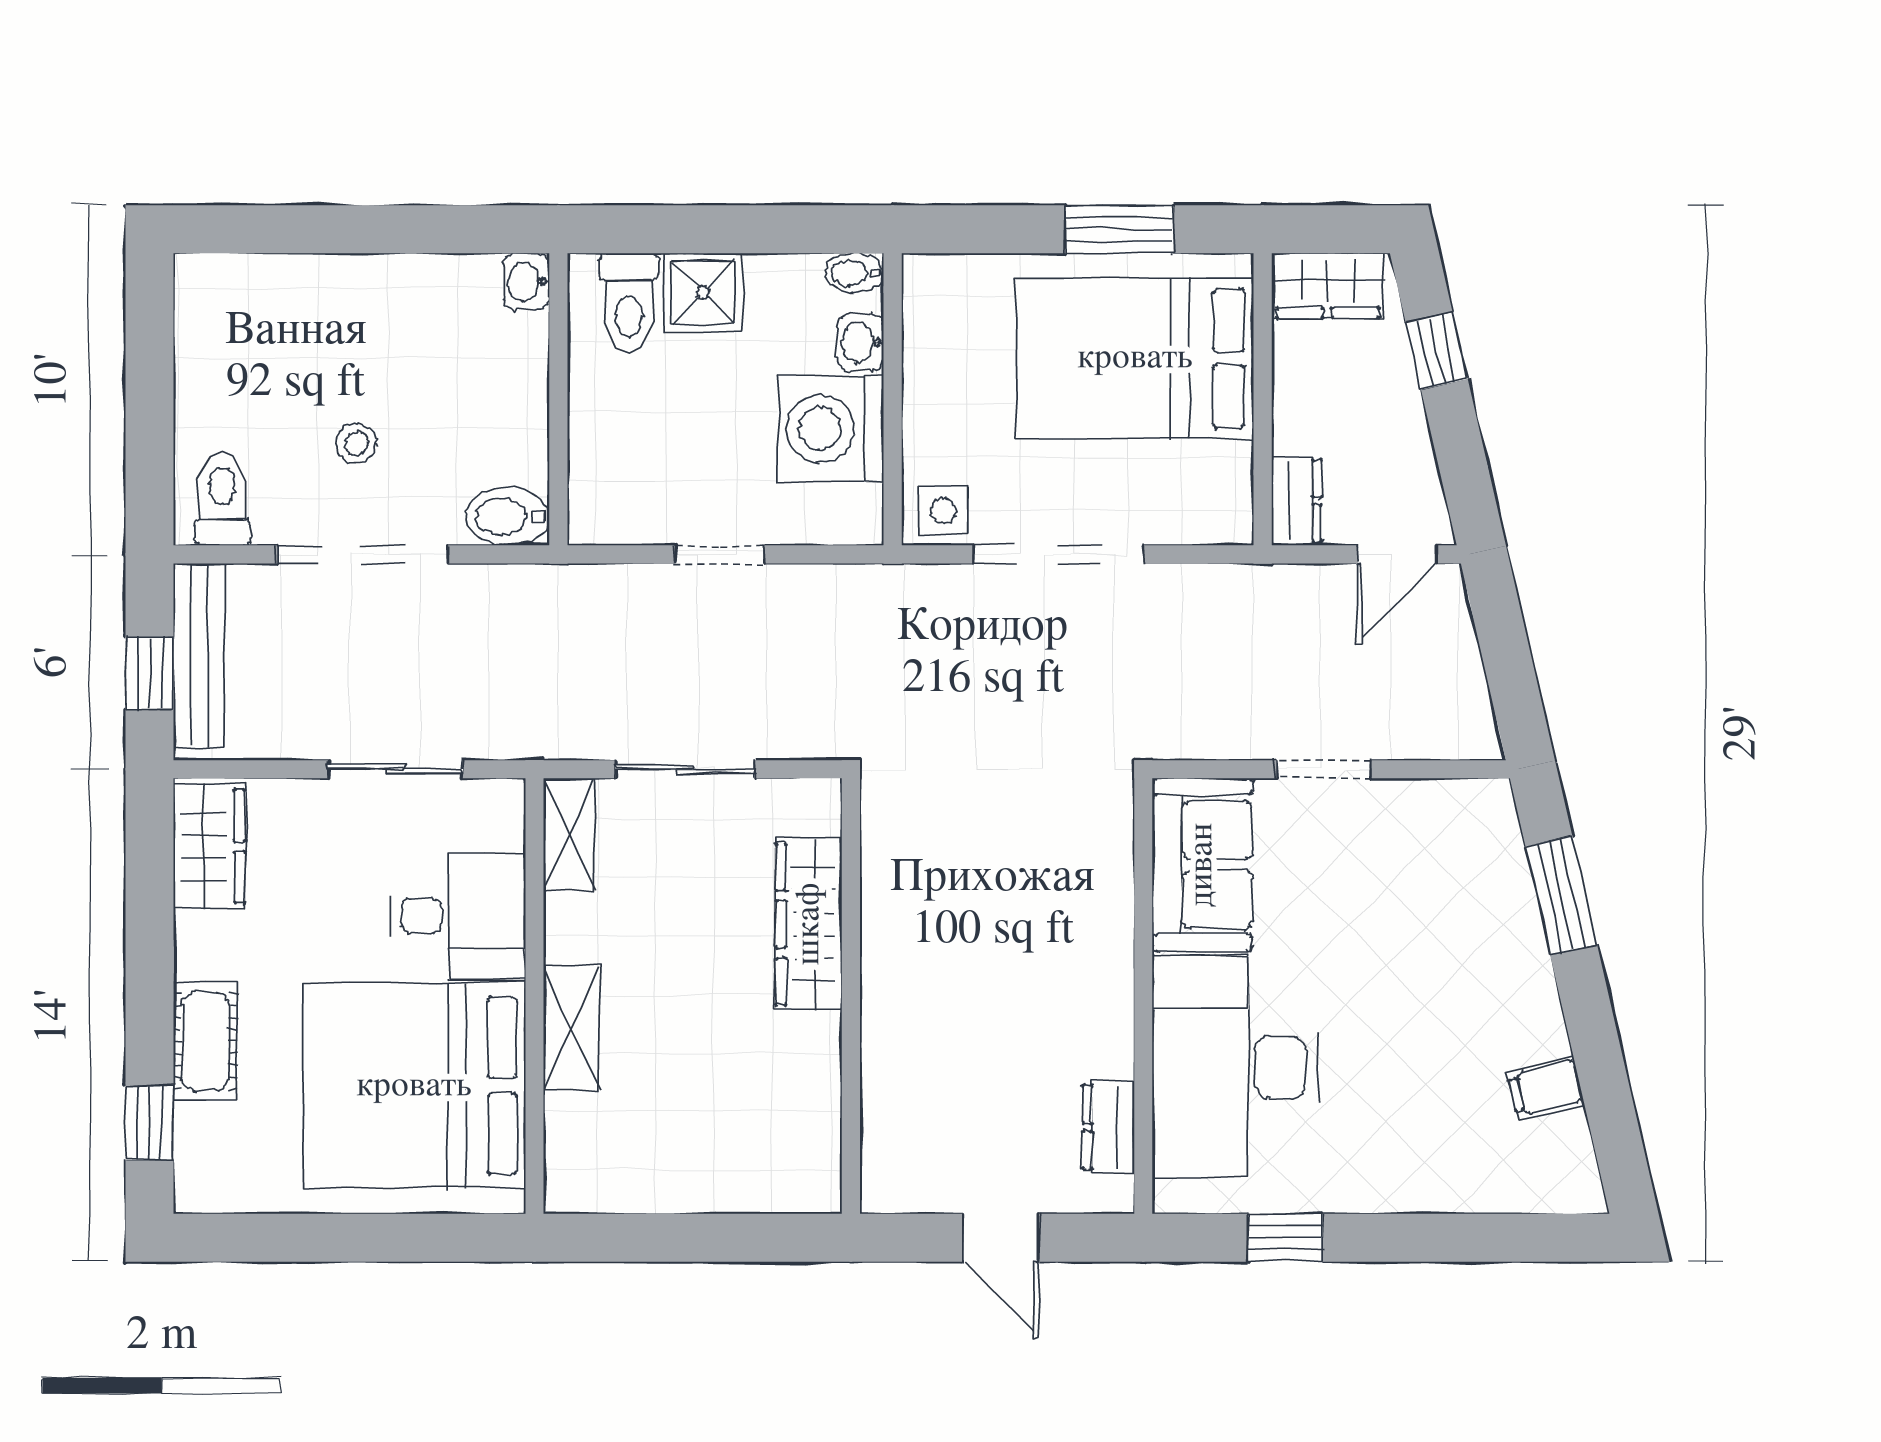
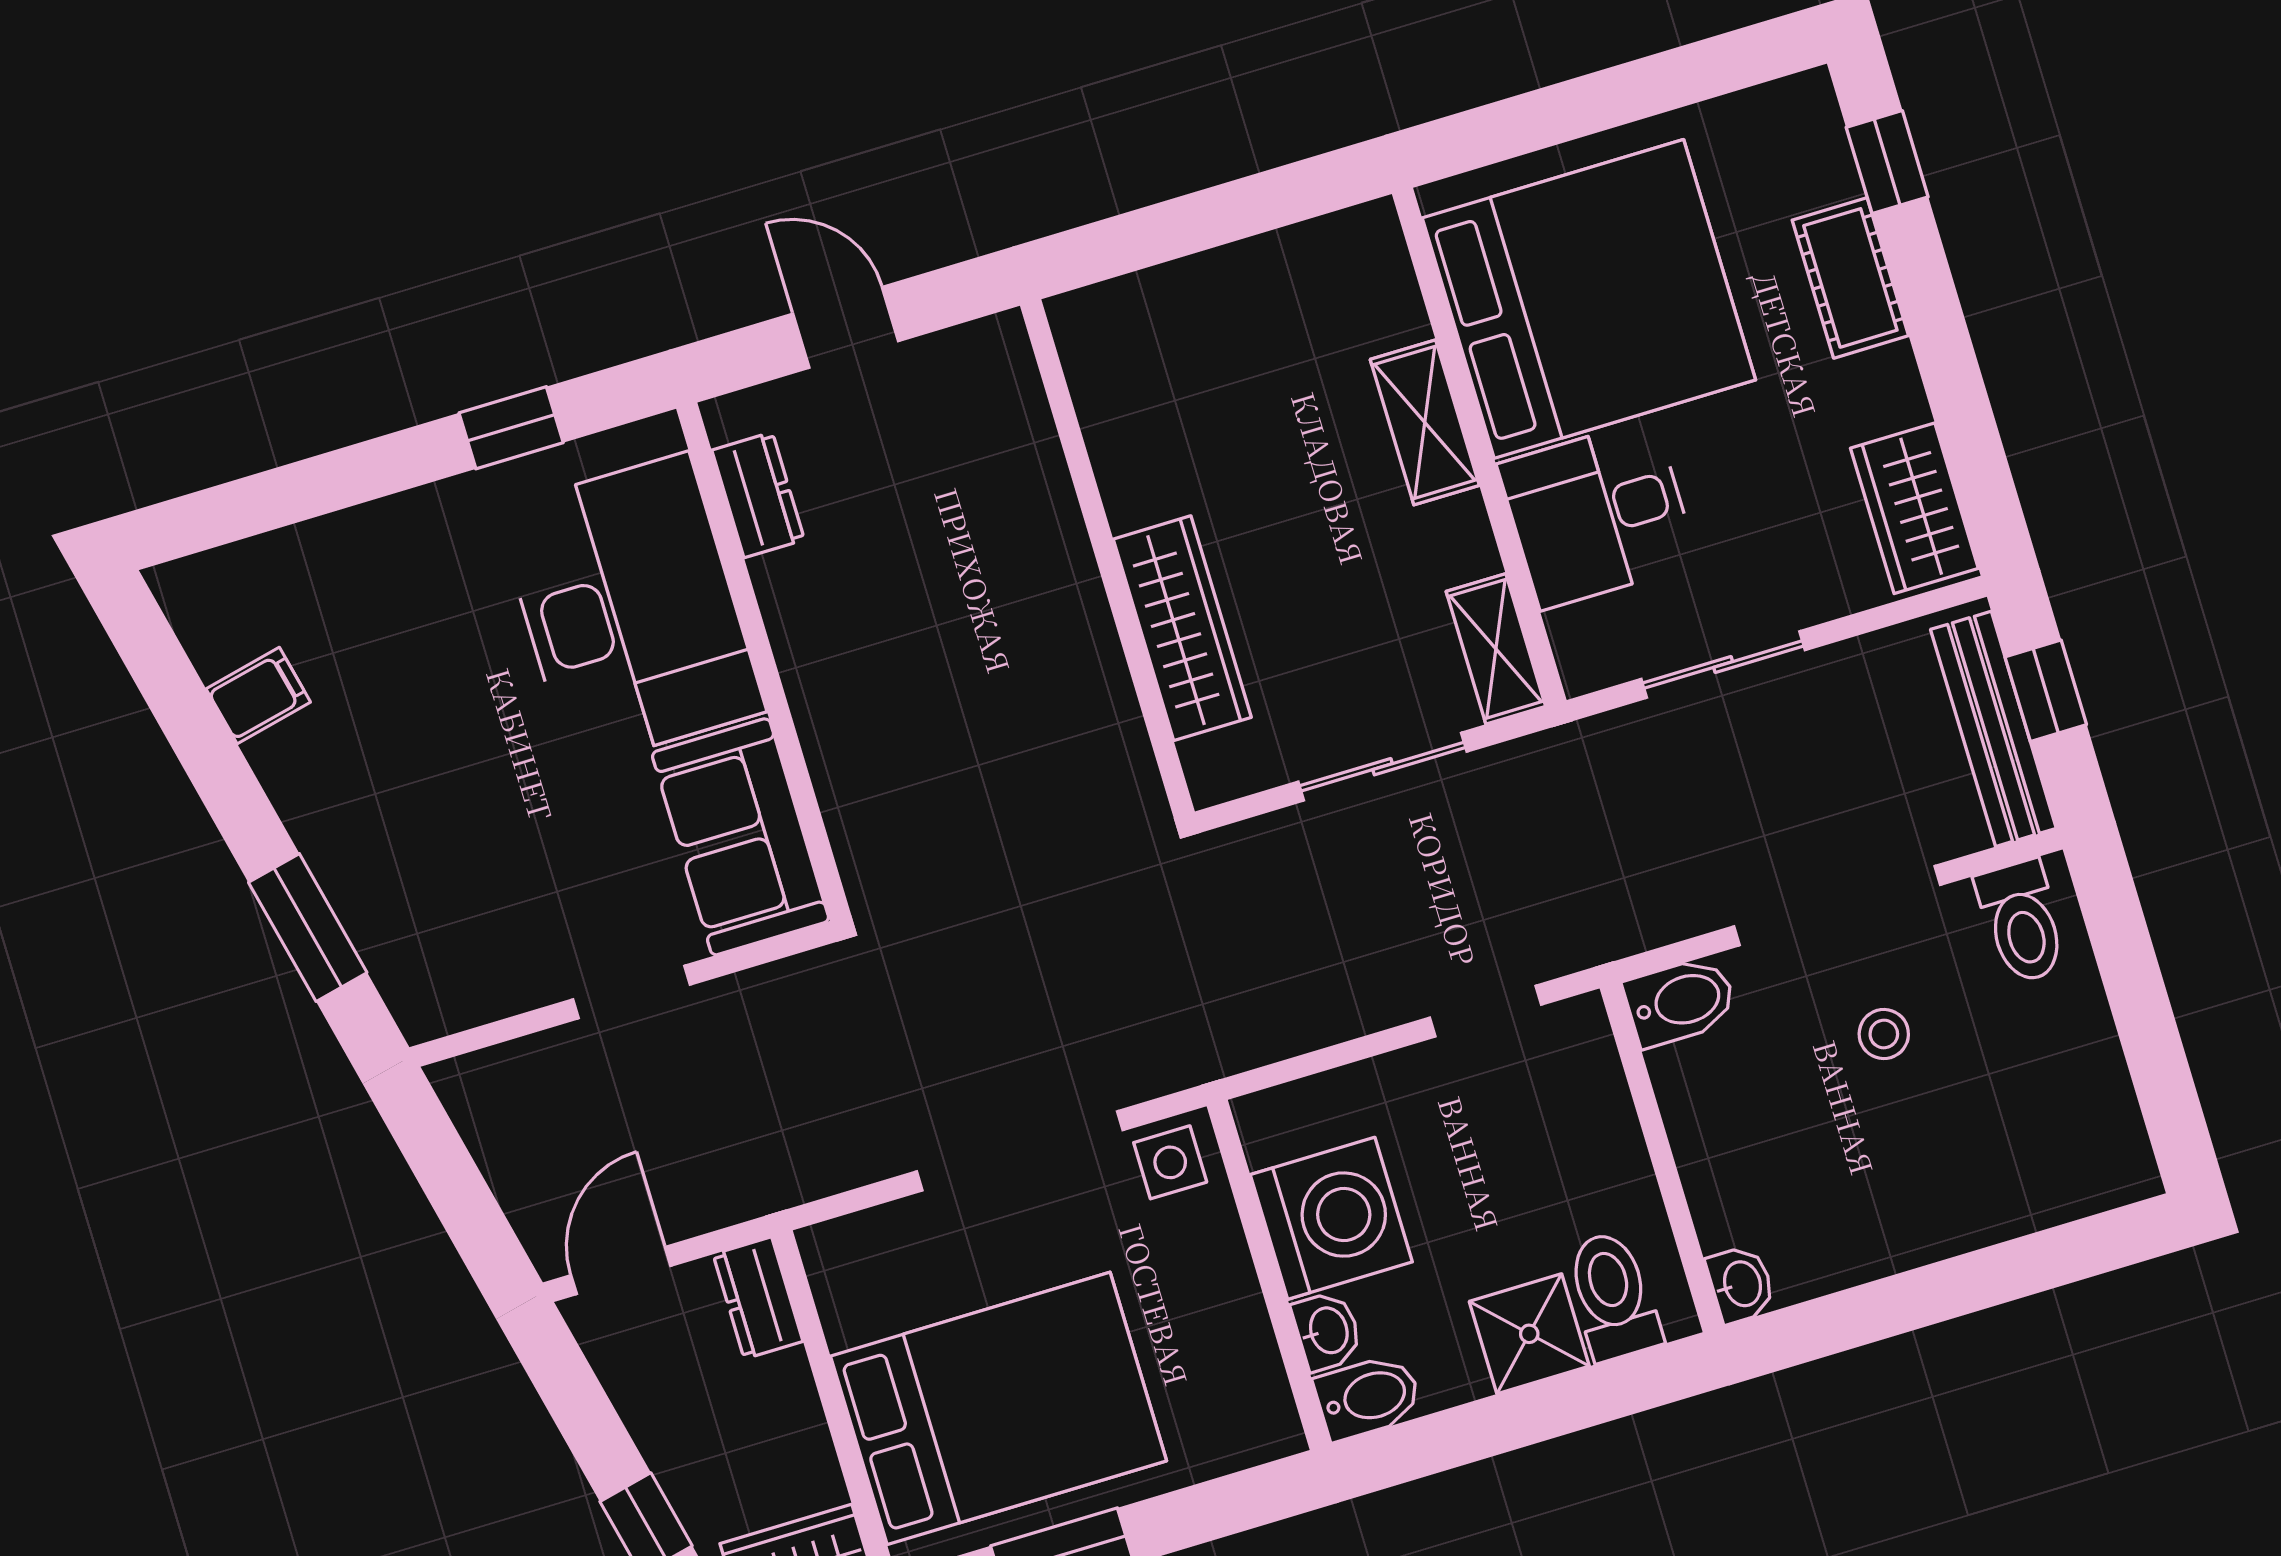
bidet: (854, 273) -> (1368, 1397), width x1.38, depth x1.36
doorway: (719, 554) -> (1486, 1011), moved

